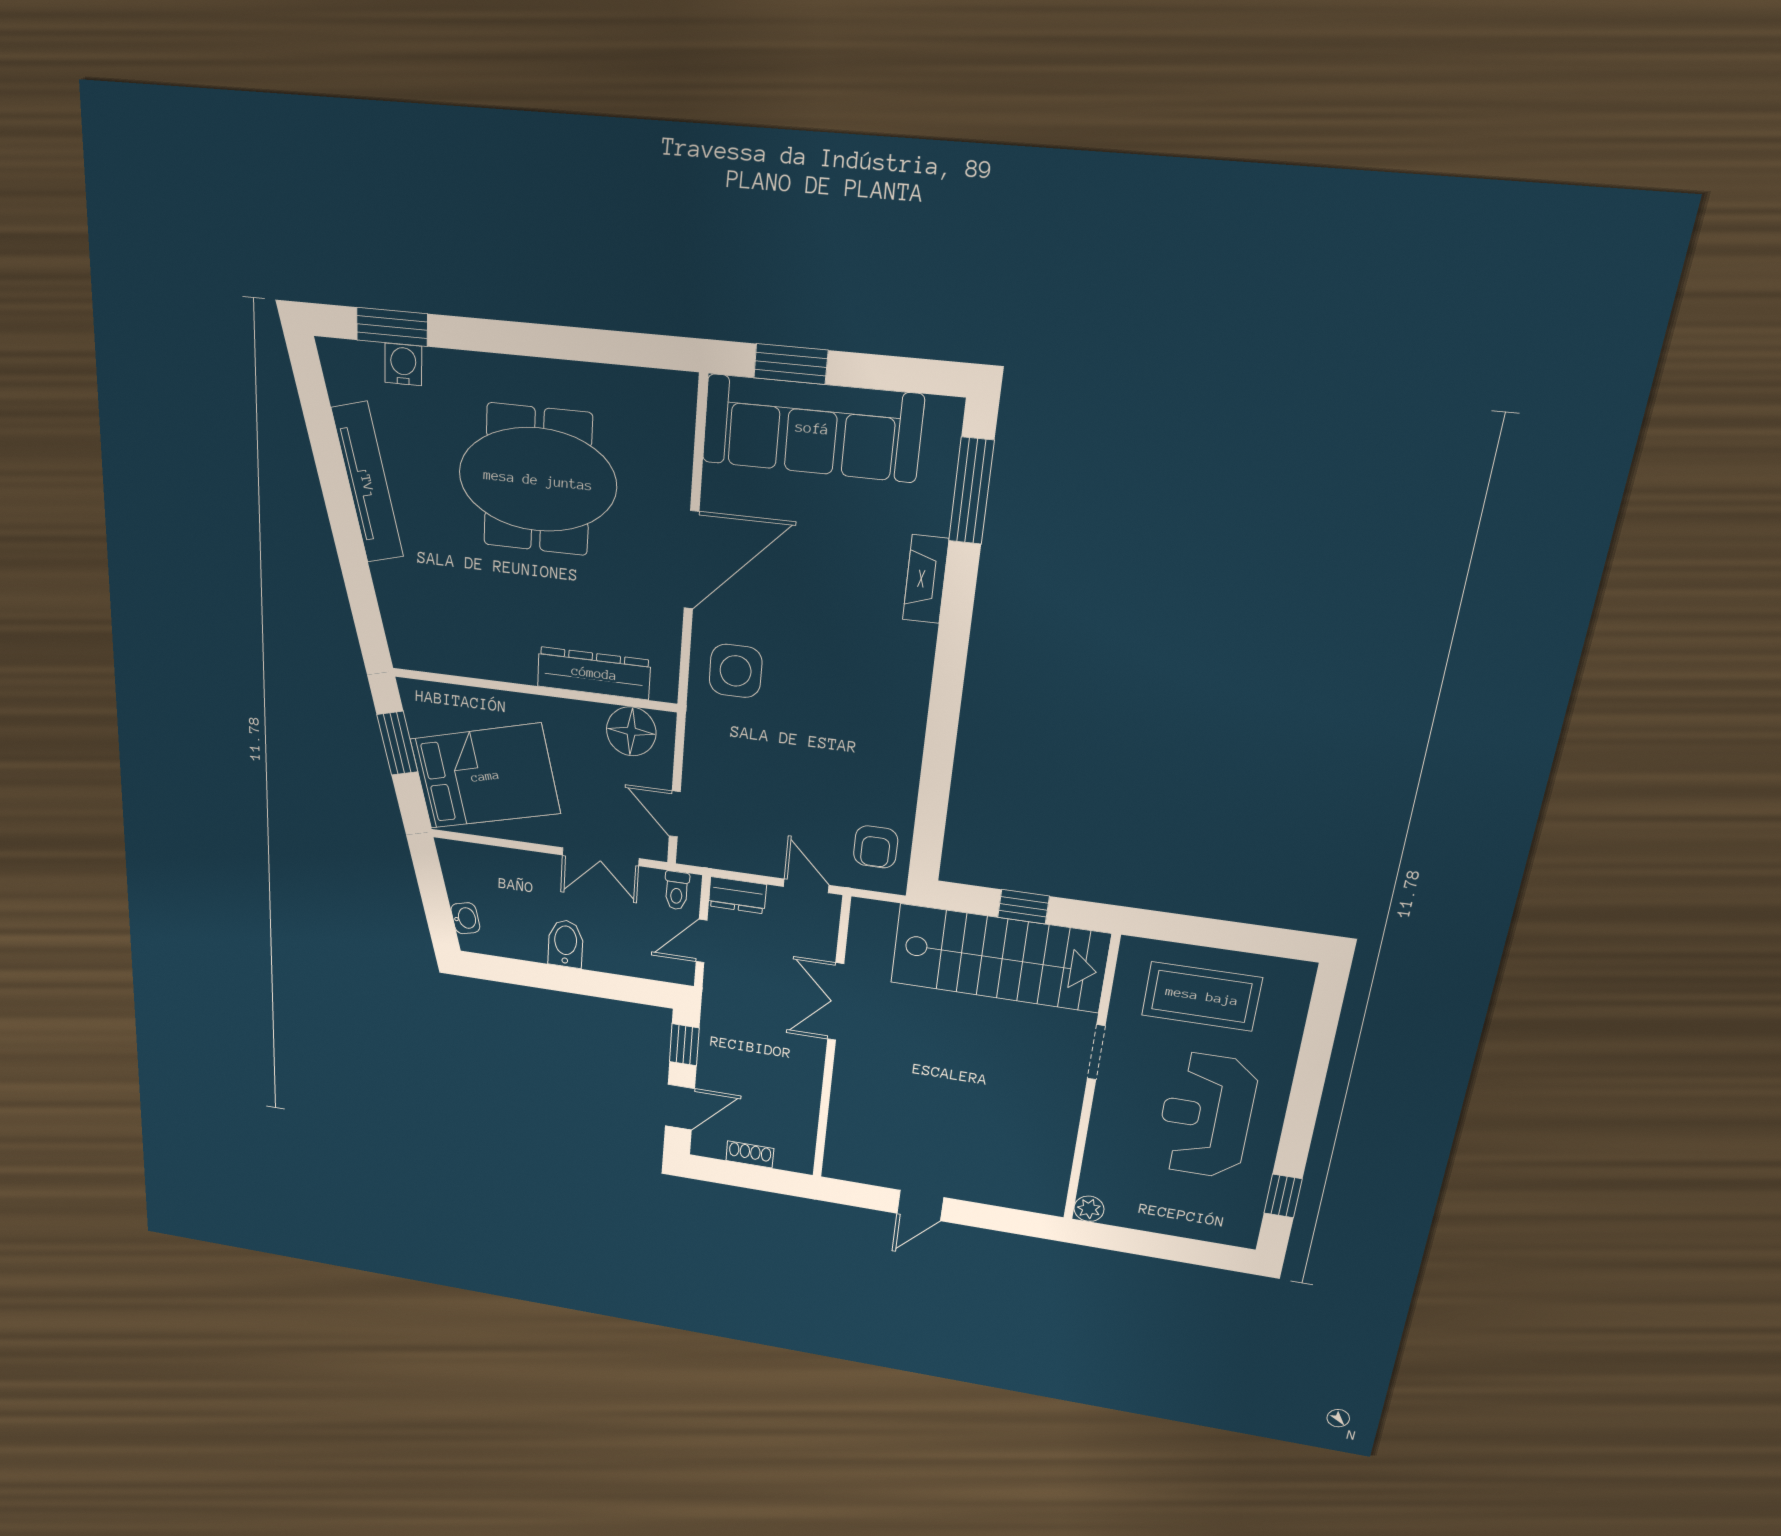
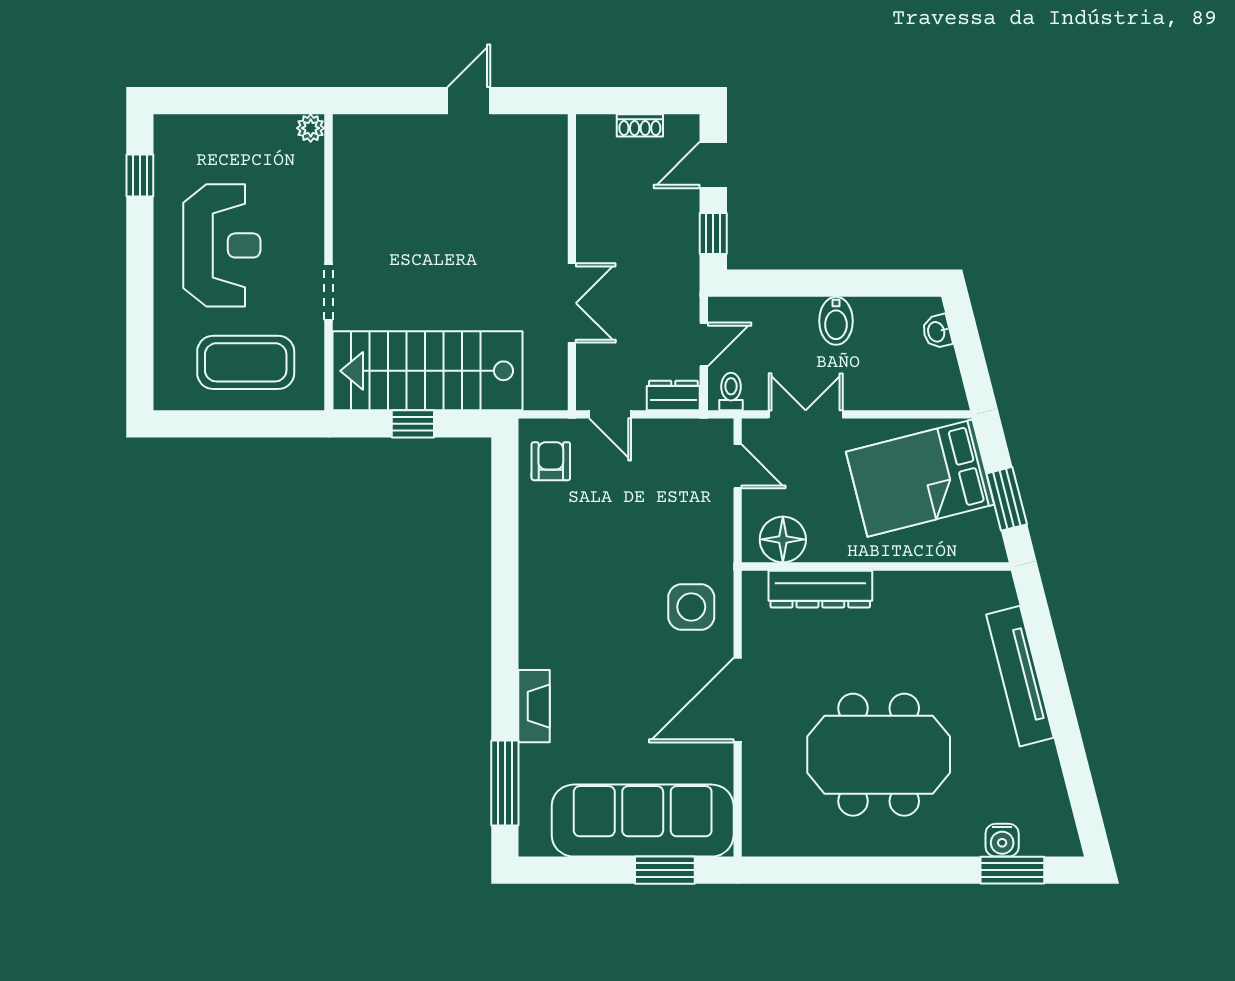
tv unit: (367, 483) -> (1020, 676), moved

